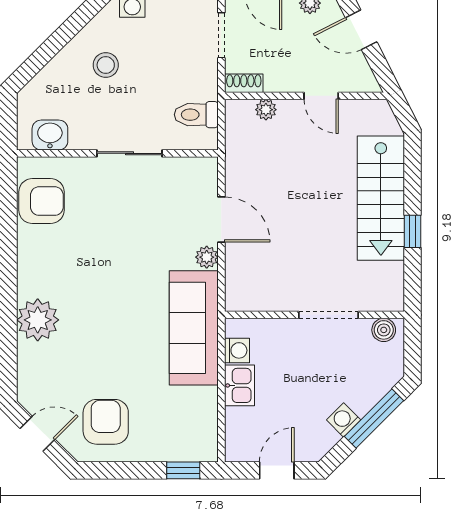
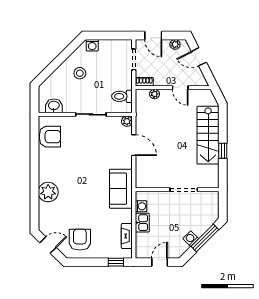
plant: (207, 257) -> (127, 121), moved
sofa: (194, 328) -> (121, 189), width x0.73
boiler: (384, 330) -> (209, 197), removed
fireplace: (207, 414) -> (127, 236), added

